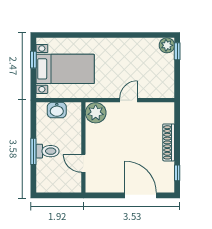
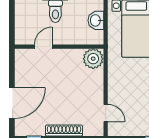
door: (129, 100) -> (106, 113), moved

